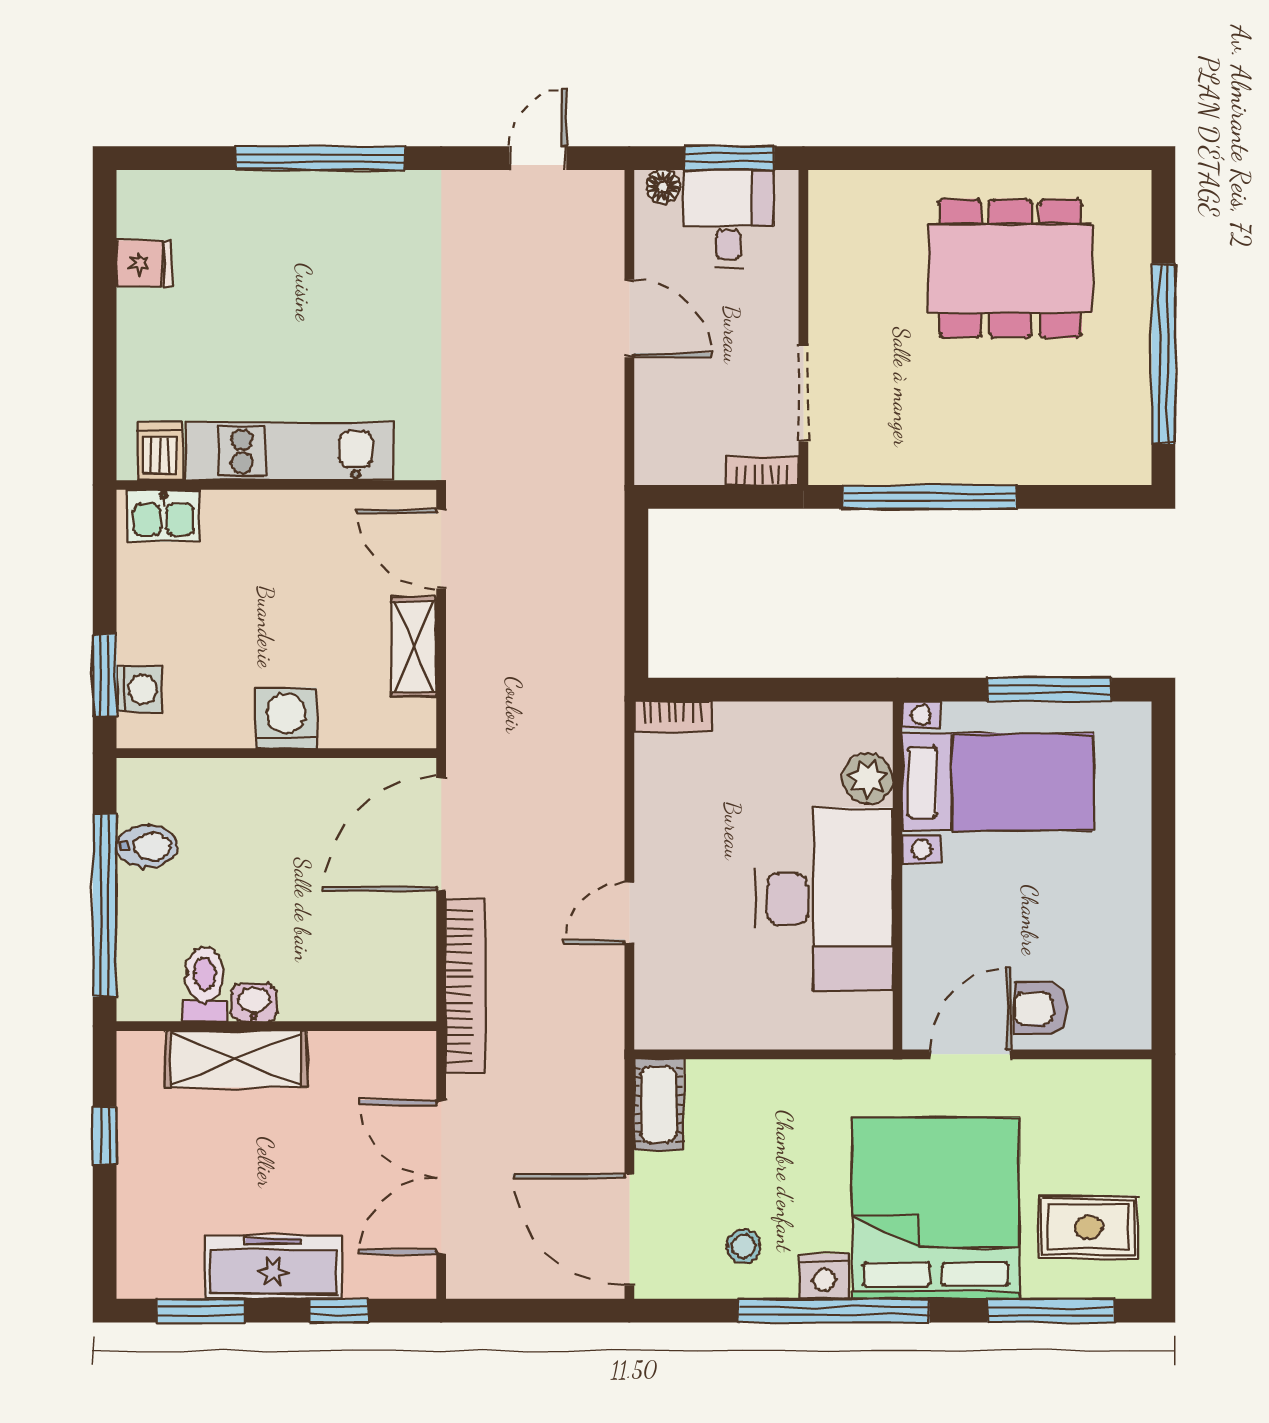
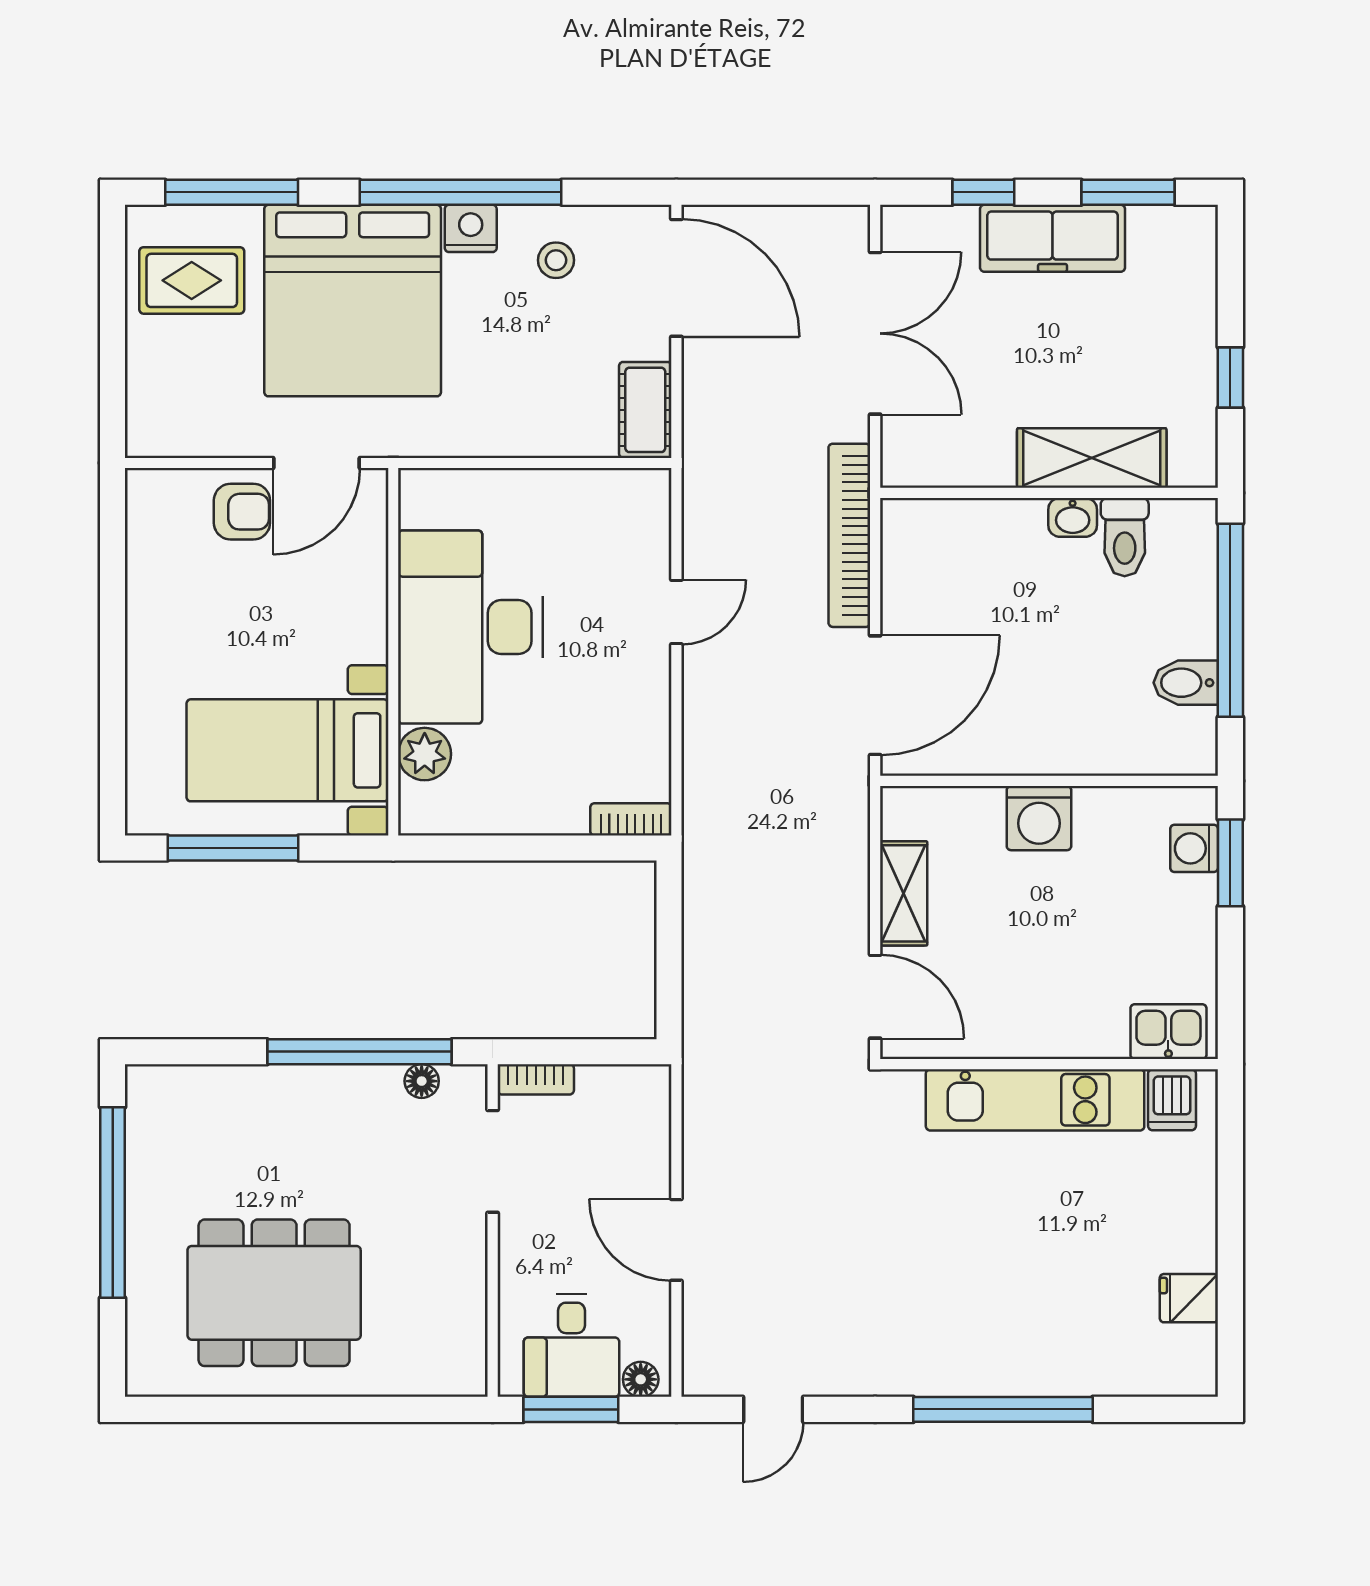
floor lamp: (871, 469) -> (422, 1081), added

